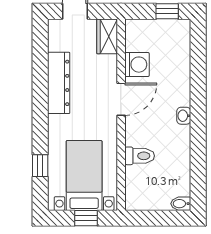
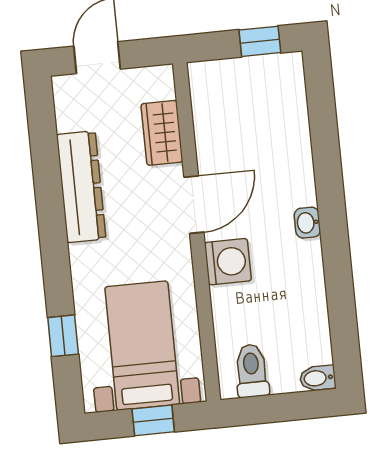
wardrobe: (107, 36) -> (162, 133), moved
washing machine: (137, 65) -> (228, 262), moved
toilet: (140, 156) -> (252, 371), moved, turned -90

